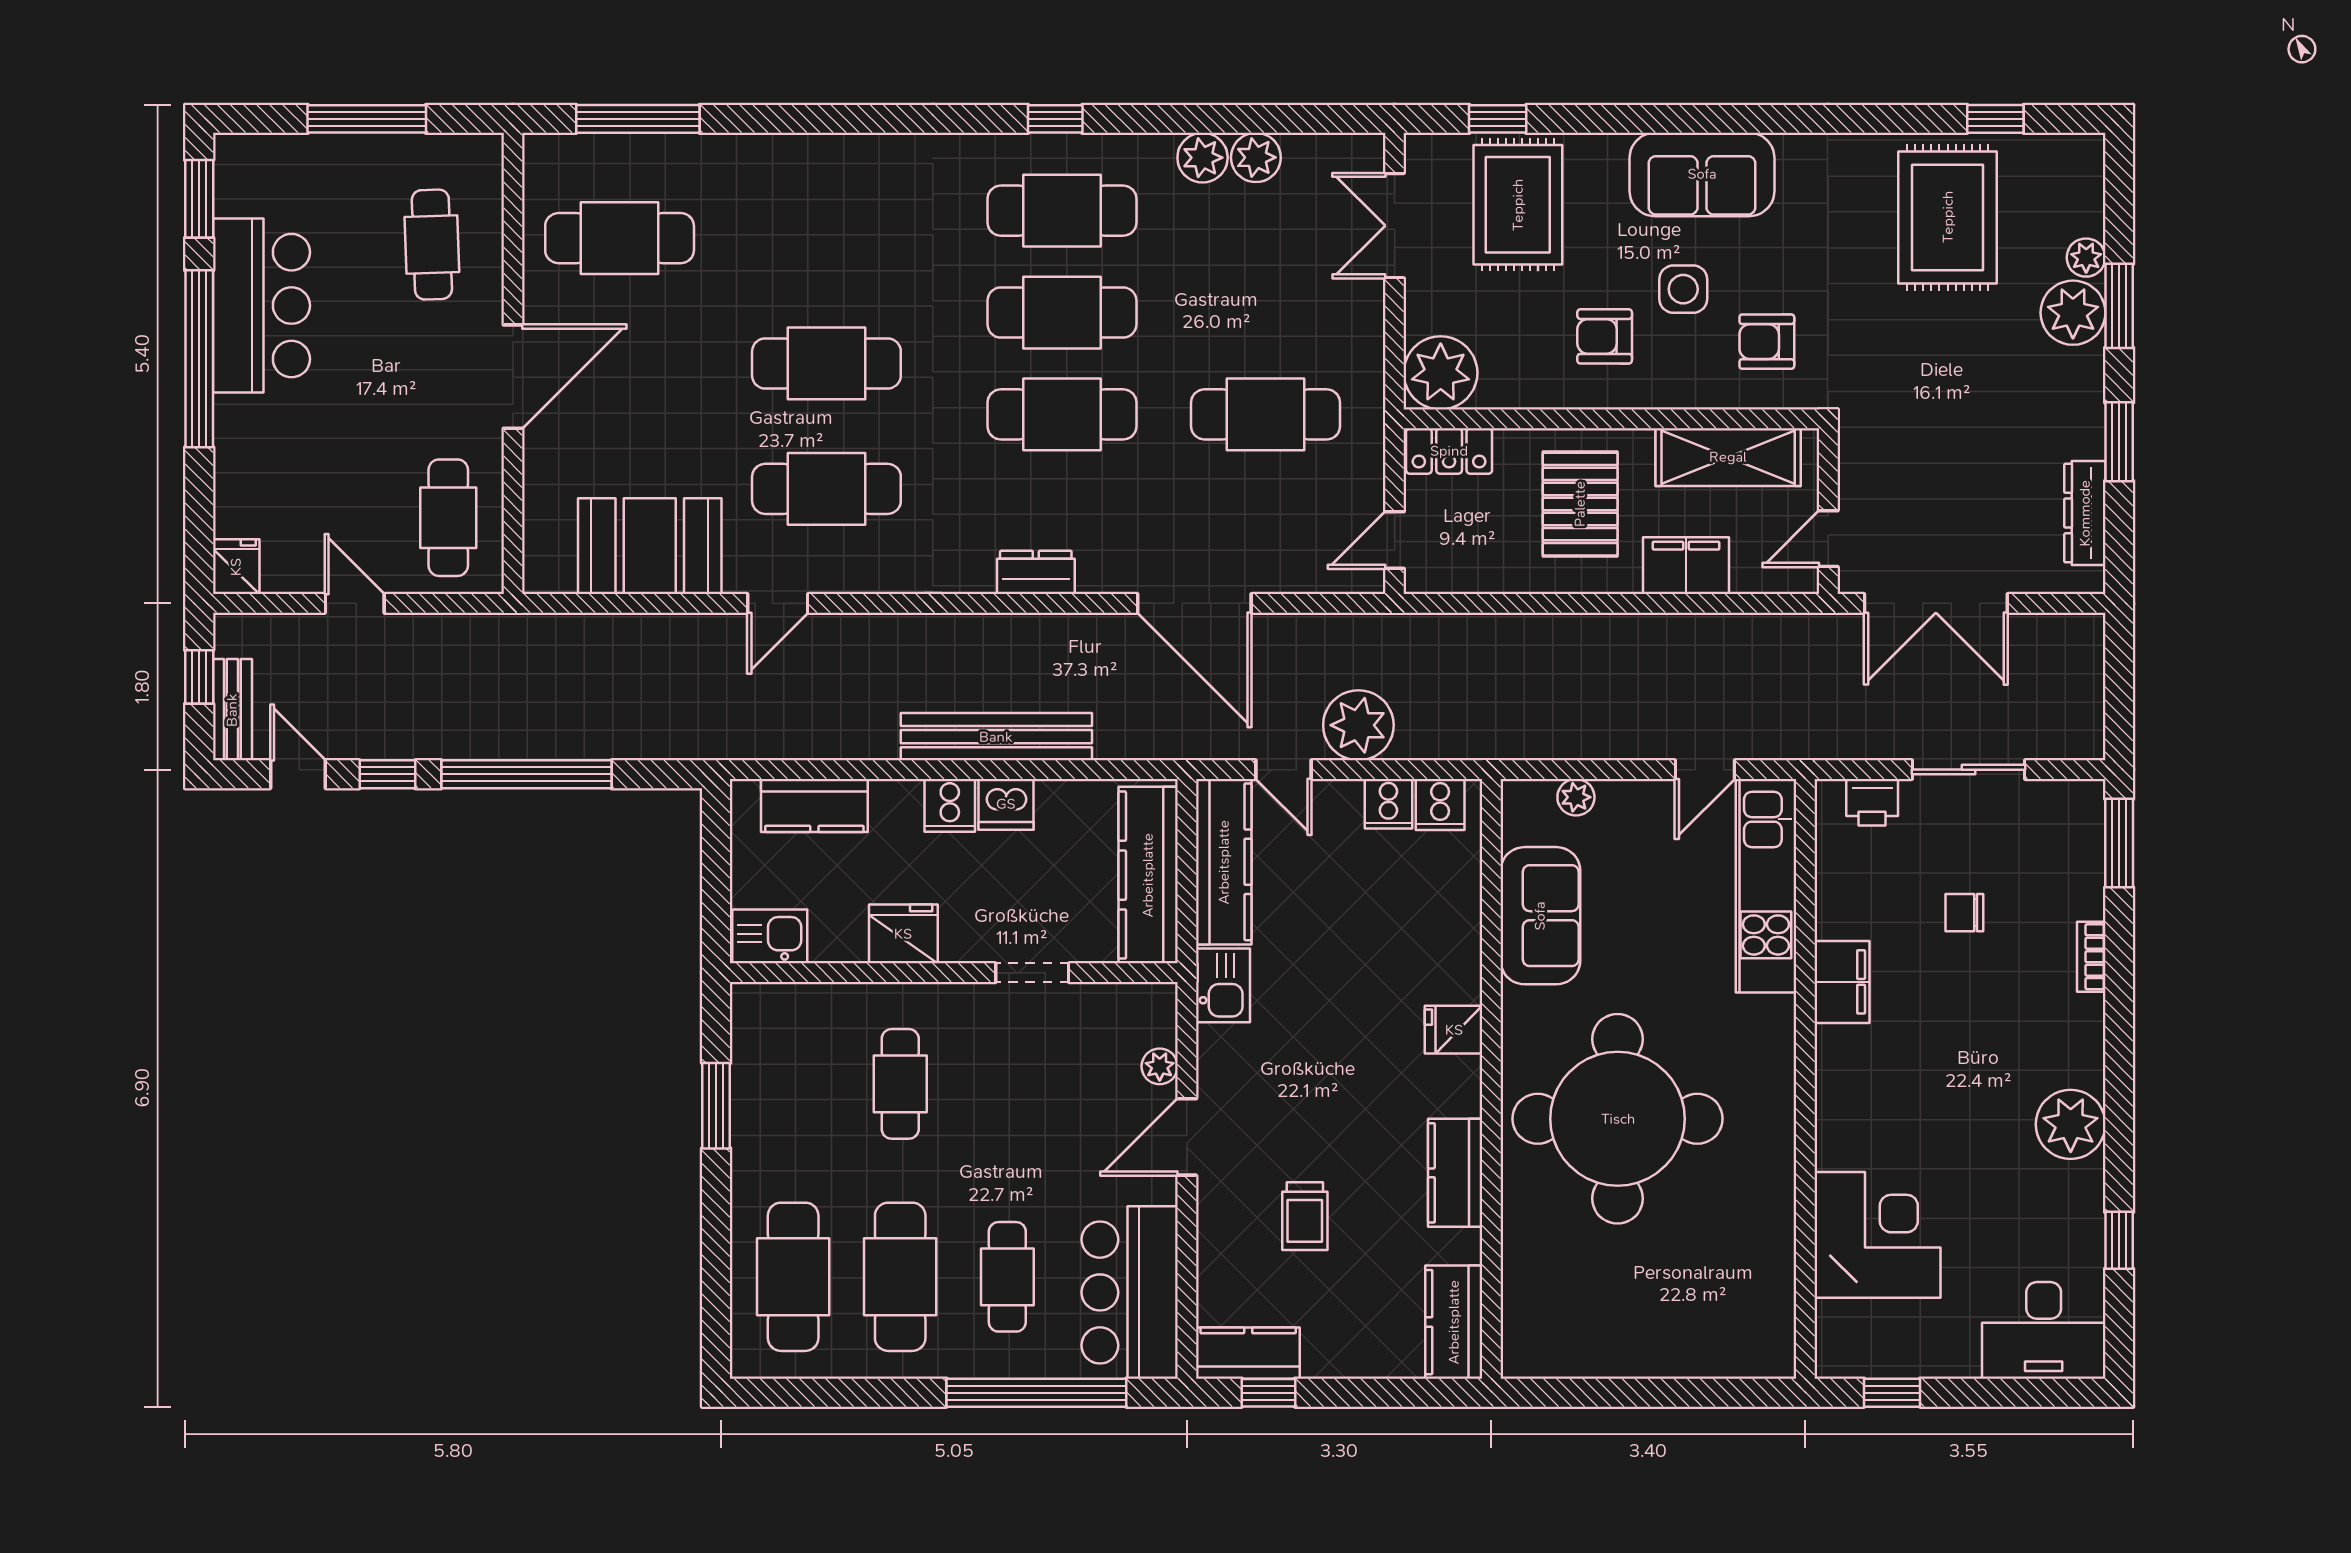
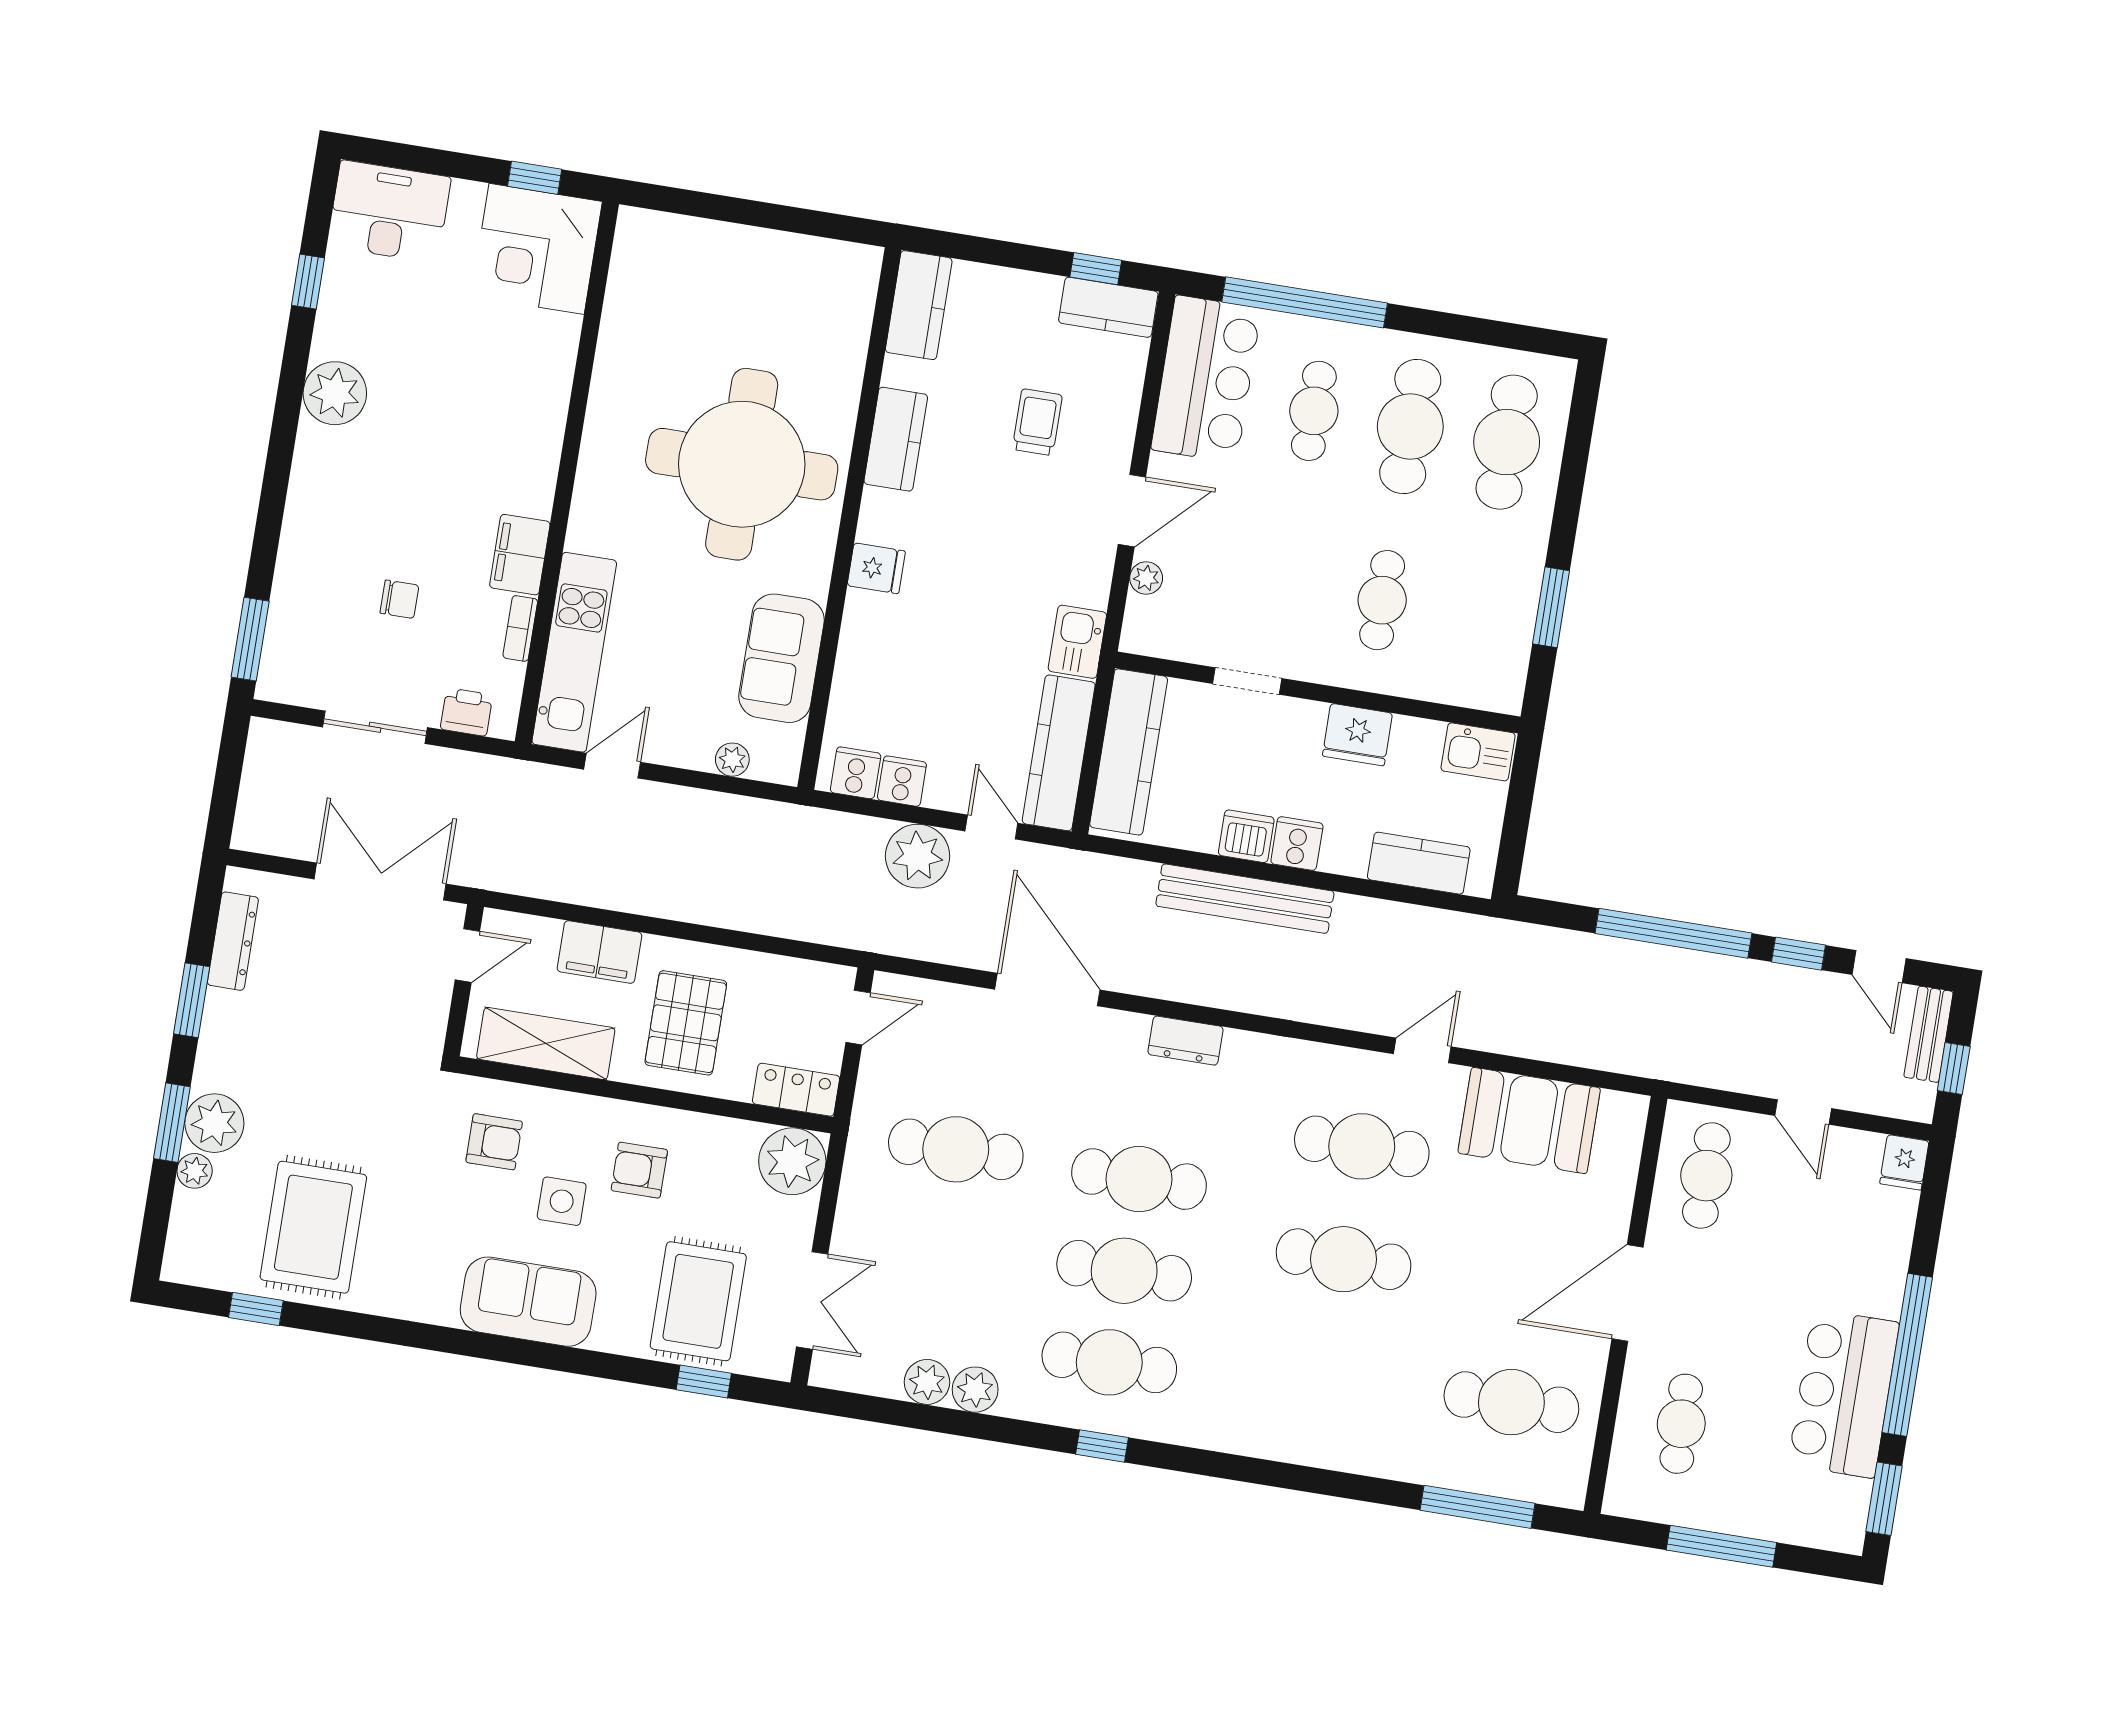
armchair: (1605, 336) -> (639, 1170), turned 180
bookcase: (2091, 957) -> (520, 628), moved, turned 180
corner desk: (1877, 1235) -> (537, 249), moved

